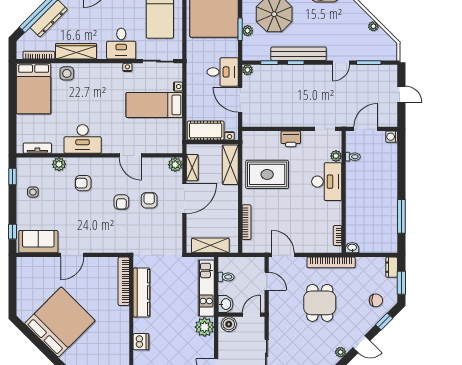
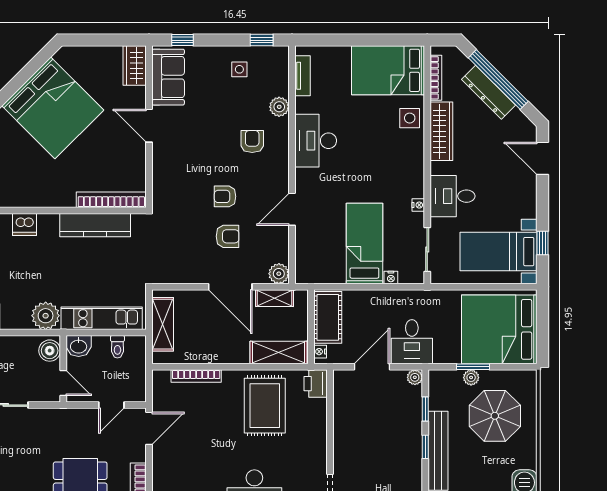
printer: (291, 139) -> (316, 384), moved
wardrobe: (30, 265) -> (135, 66), added

